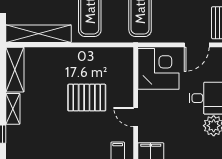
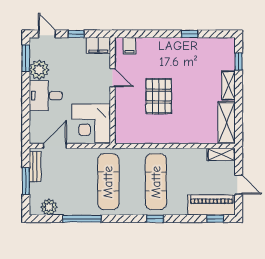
shelving: (38, 34) -> (221, 154), width x0.45, depth x0.75
pallet: (87, 98) -> (159, 96), turned 90

